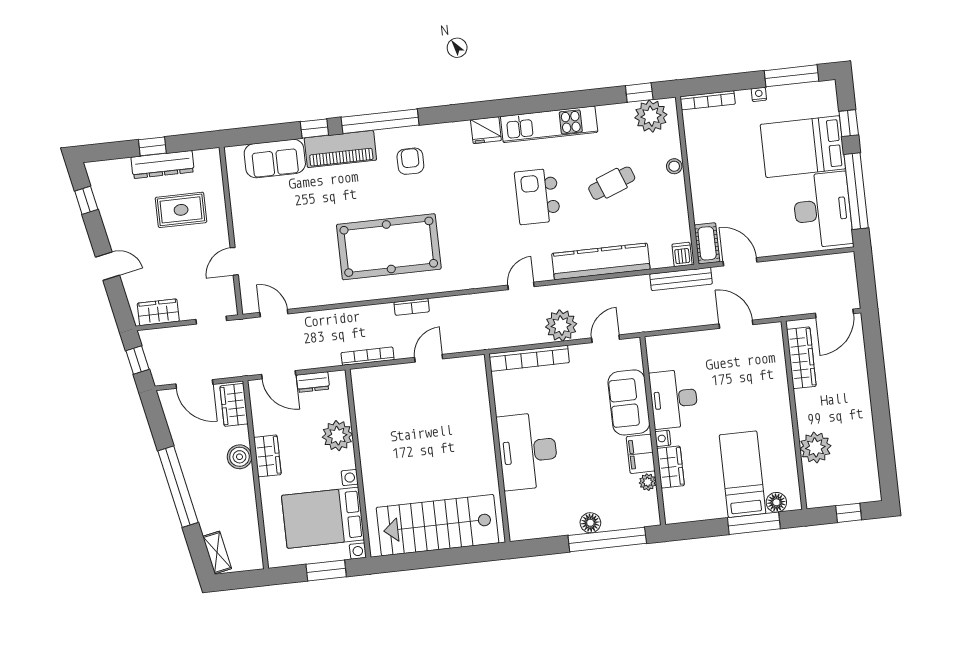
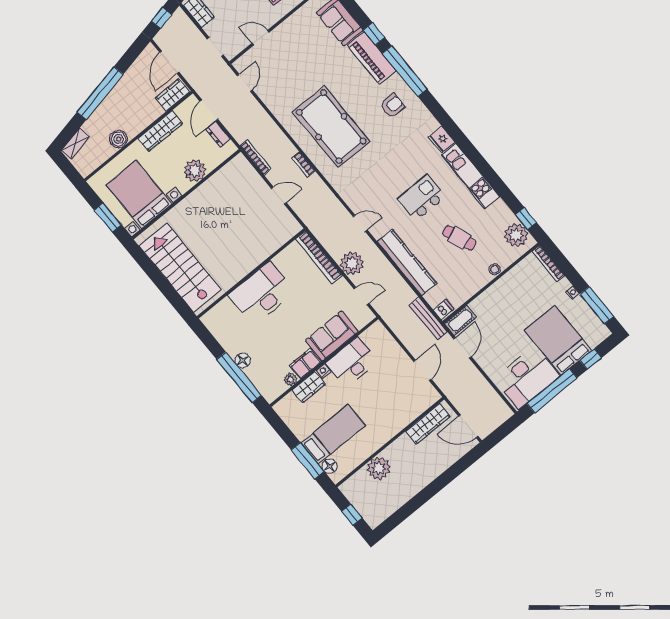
wardrobe: (267, 456) -> (160, 131), width x1.50
boiler: (239, 457) -> (119, 139), moved

